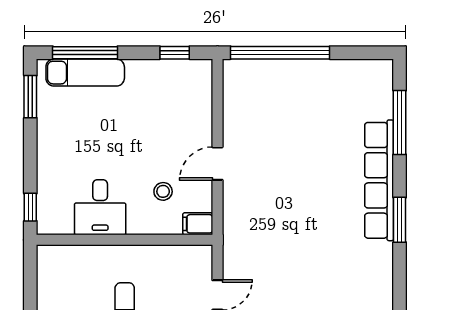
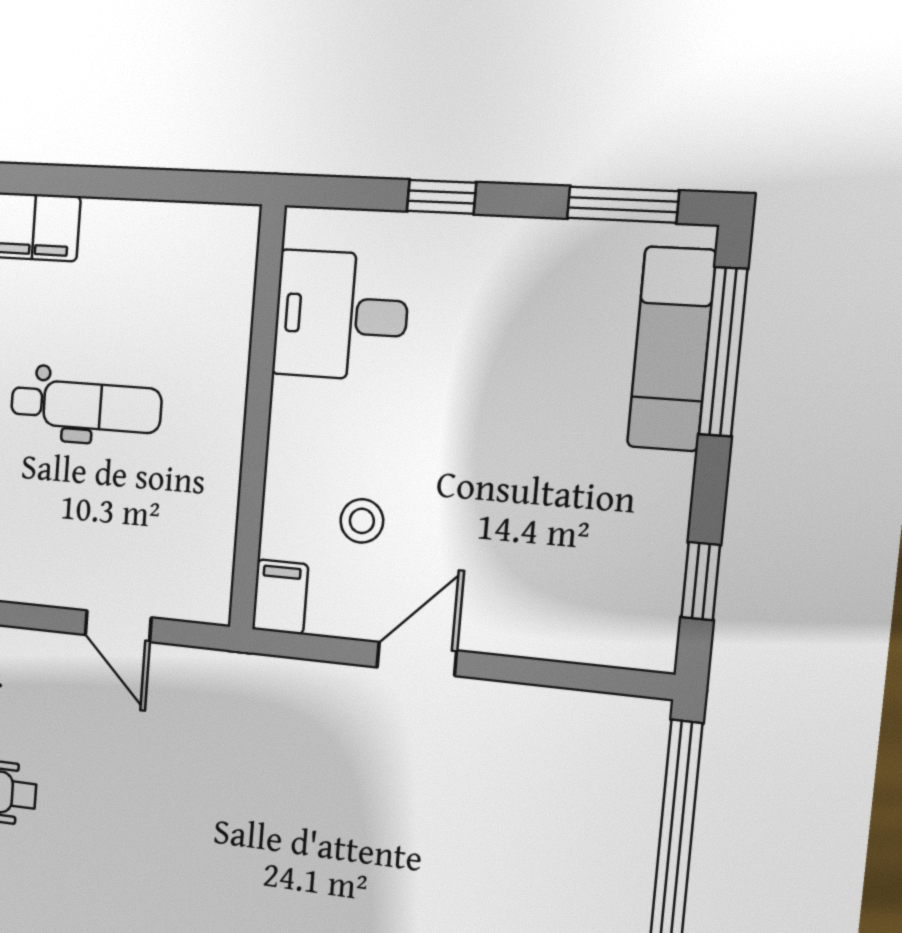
door: (217, 164) -> (417, 659), hinge flipped
window: (30, 207) -> (441, 197), moved
desk: (100, 207) -> (341, 315), moved

